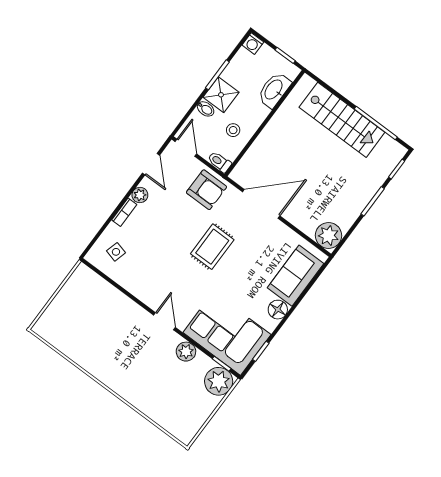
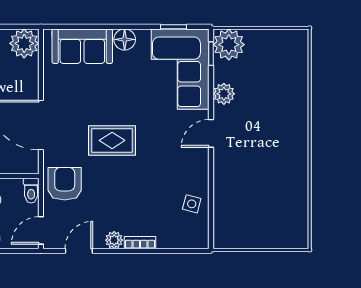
side table: (116, 252) -> (192, 204), moved

